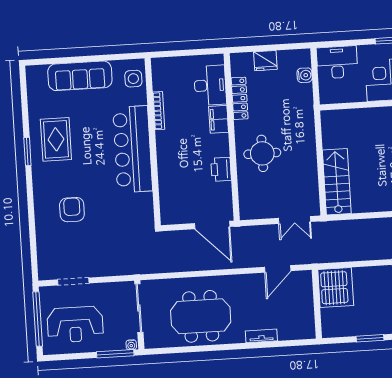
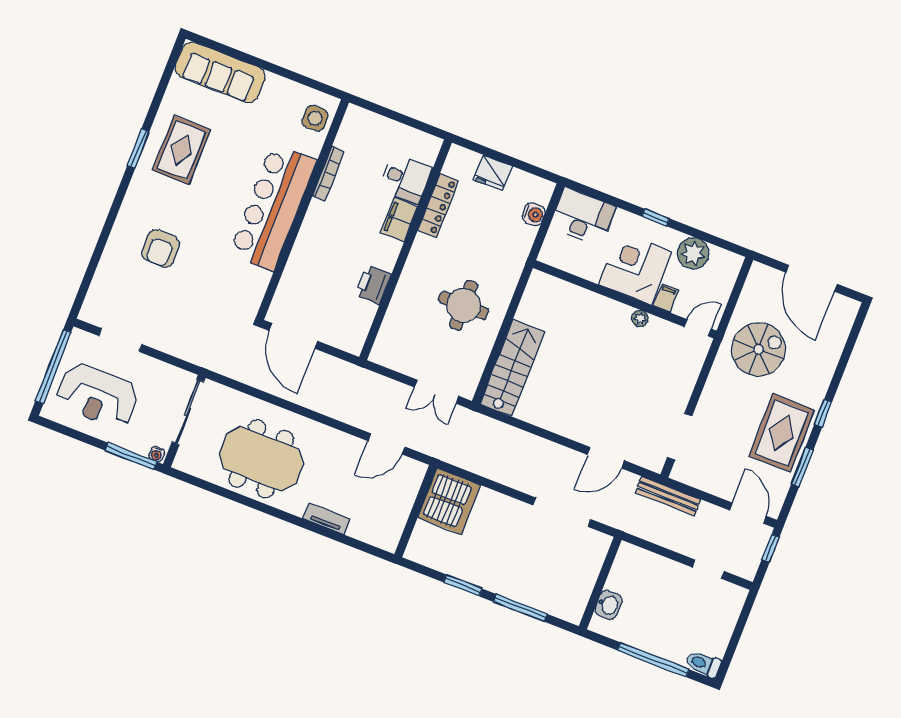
sofa: (80, 76) -> (220, 72), moved
desk: (210, 85) -> (406, 179), width x0.73
round table: (262, 153) -> (464, 305), moved
armchair: (72, 210) -> (161, 248), turned 180
door: (212, 225) -> (293, 336), moved

